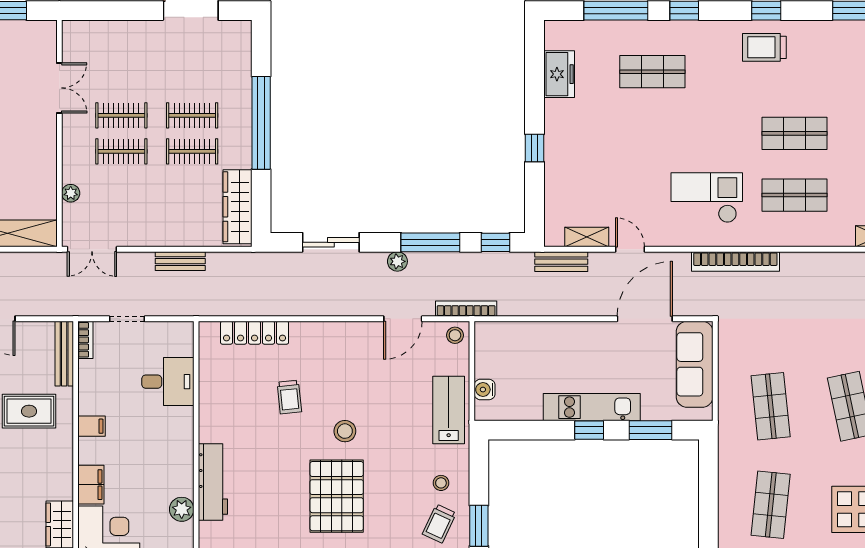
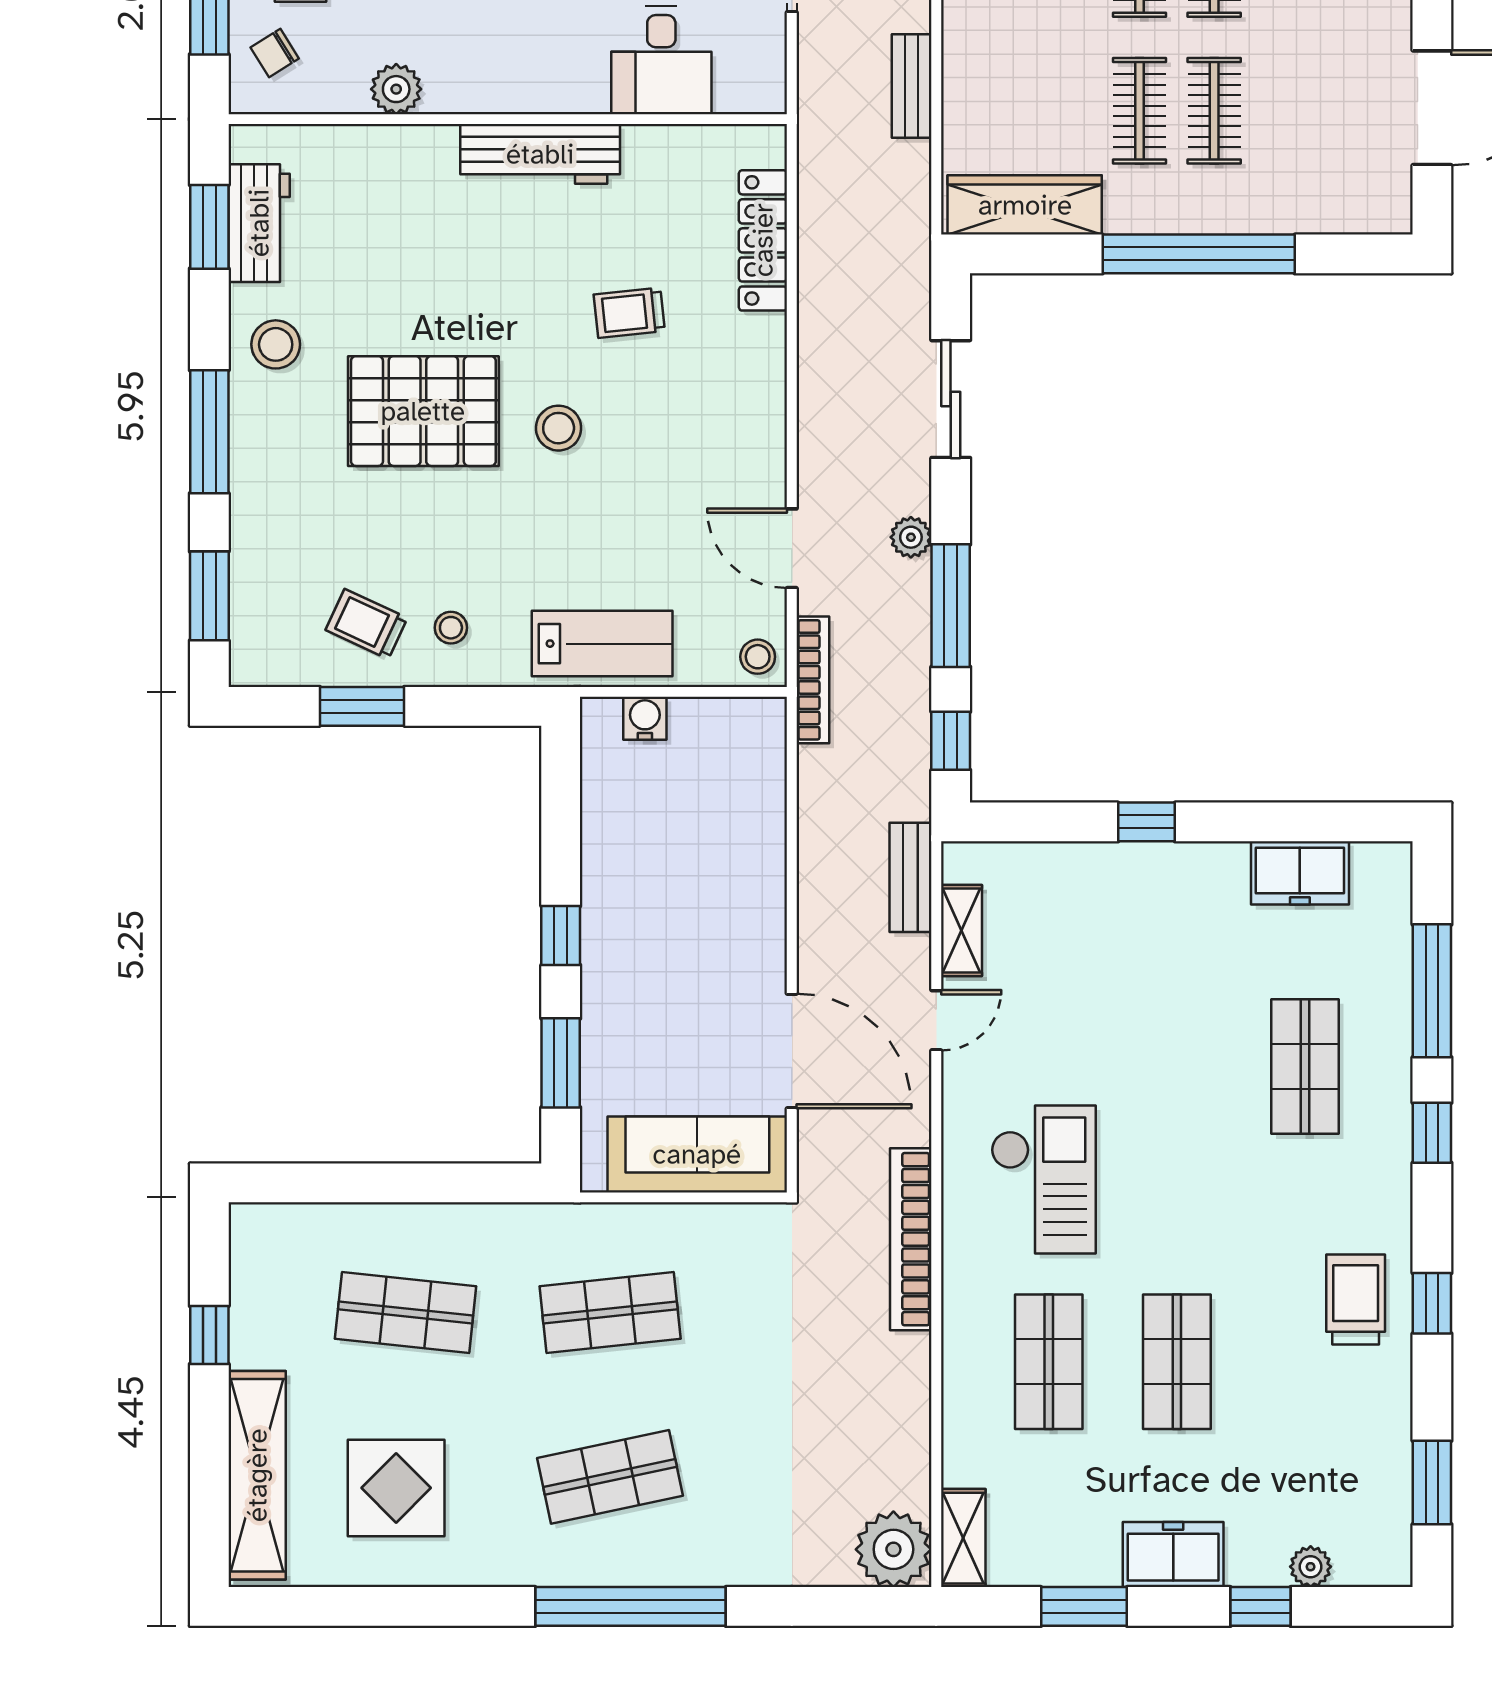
kitchen unit: (592, 407) -> (608, 941), removed
workbench: (213, 482) -> (540, 154), moved

